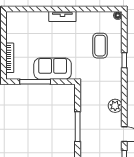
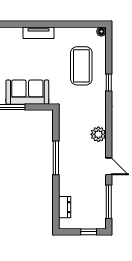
coffee table: (100, 46) -> (81, 66), width x1.36, depth x1.32

